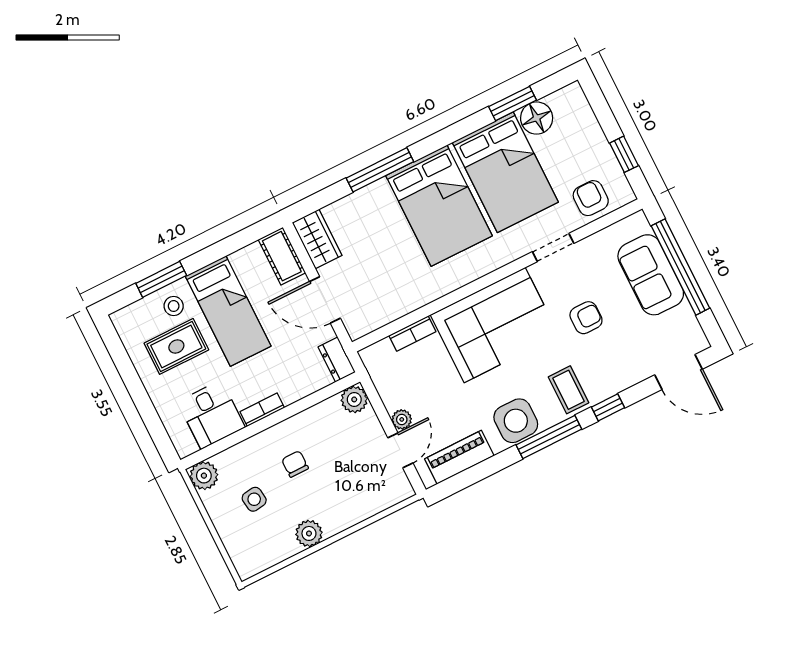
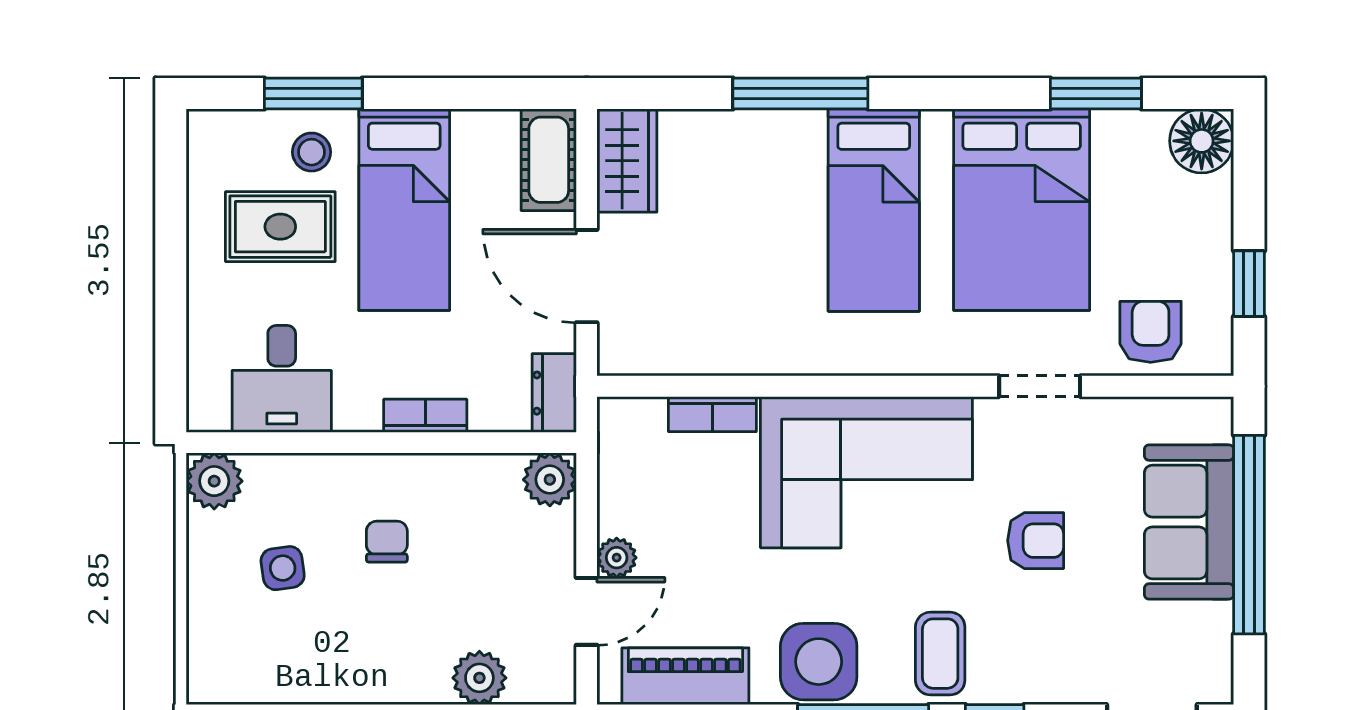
floor lamp: (537, 118) -> (1202, 141), moved
bed: (439, 206) -> (874, 210), width x0.67
bookcase: (262, 410) -> (425, 416), moved
plant: (309, 533) -> (479, 678), moved

